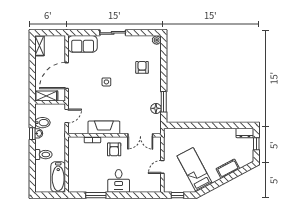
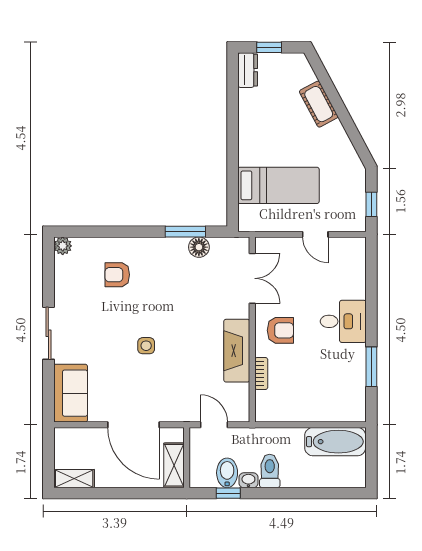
window: (32, 134) -> (228, 493), moved
toilet: (43, 155) -> (270, 471), moved
bed: (195, 170) -> (278, 185), moved, turned -152

